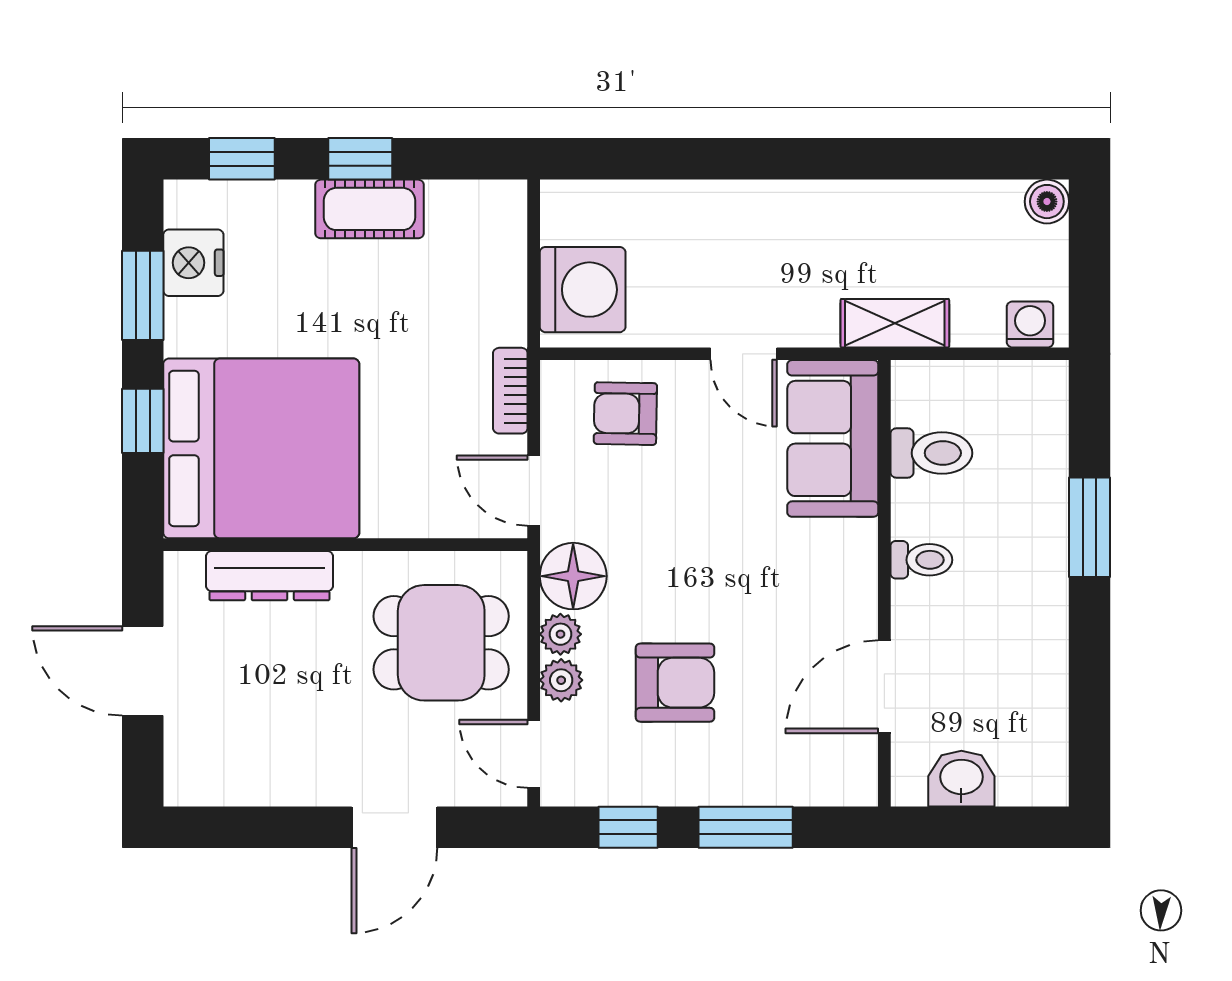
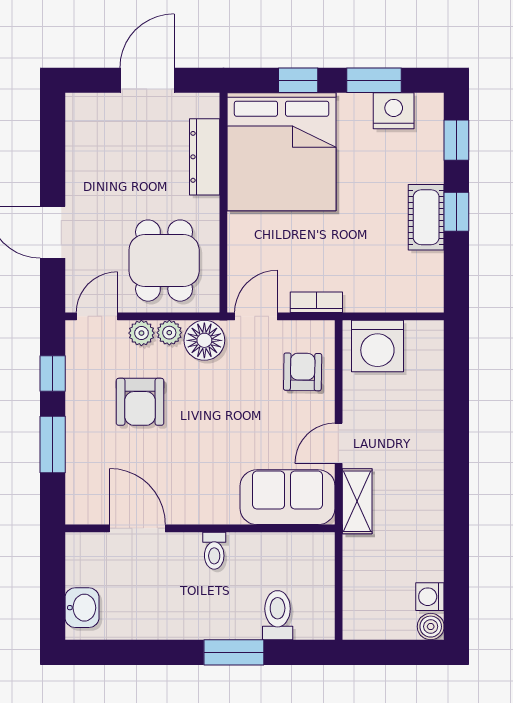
shelving: (895, 323) -> (357, 501), moved
washing machine: (1030, 324) -> (430, 597), moved, turned 180
toilet: (931, 453) -> (278, 615), moved, turned 180
washbasin: (961, 779) -> (82, 608), moved

